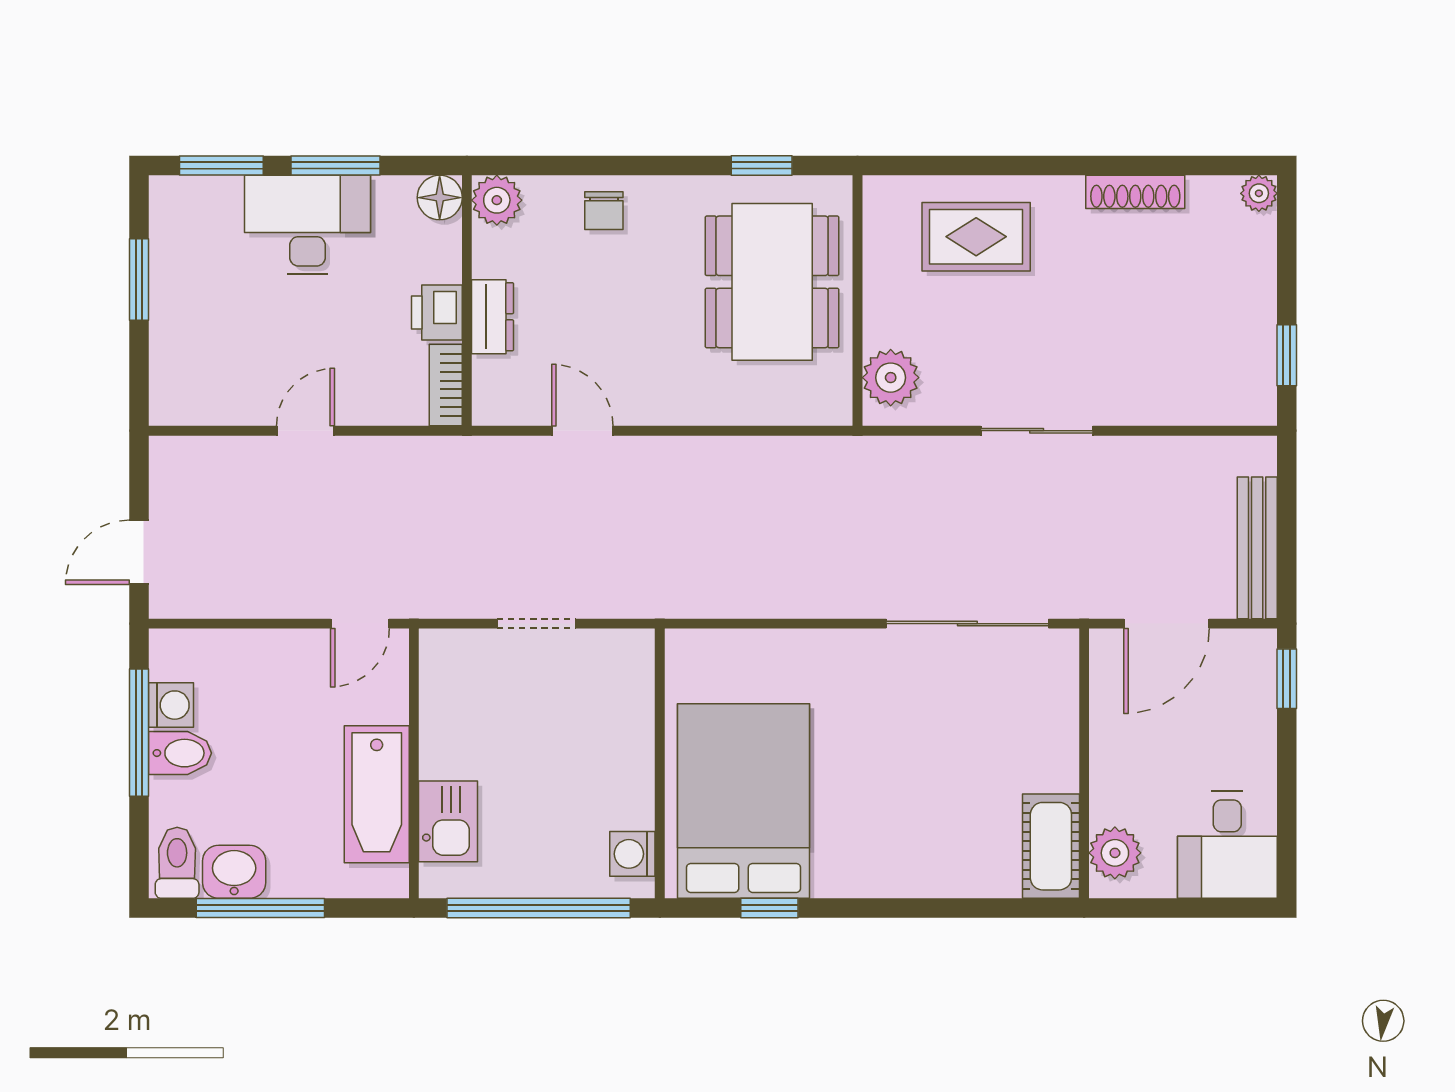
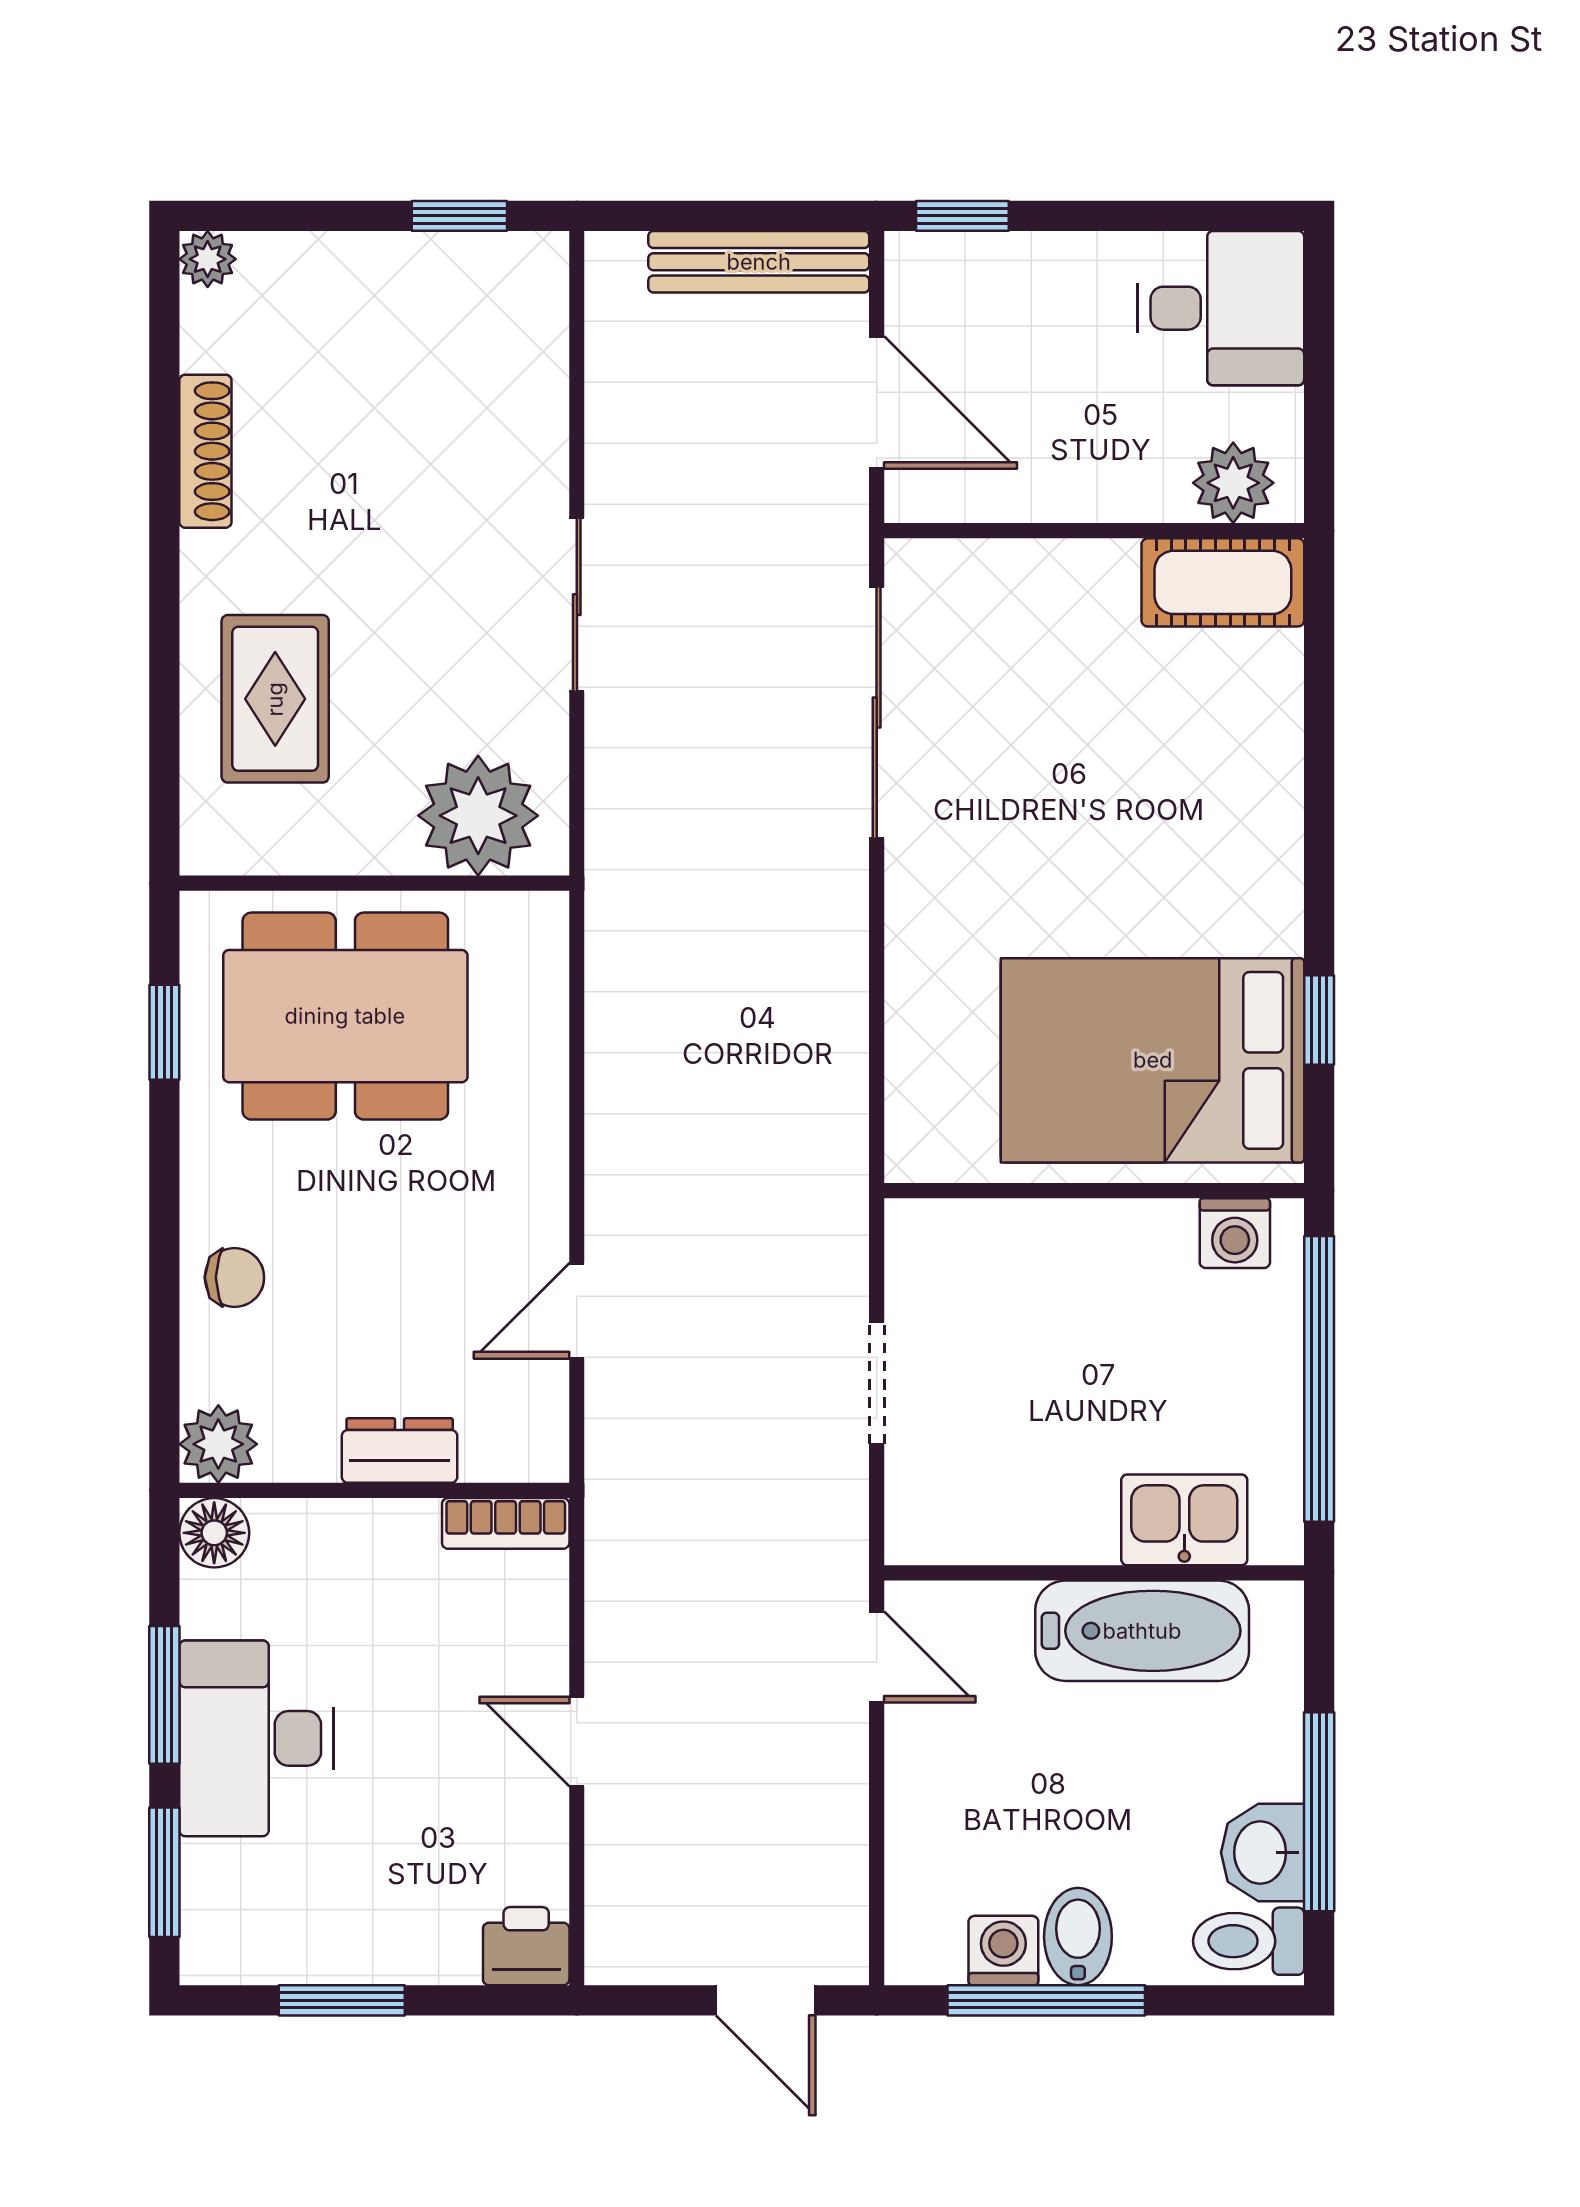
printer: (437, 312) -> (526, 1946), moved, turned 180
plant: (891, 378) -> (478, 816), width x1.36, depth x1.36

